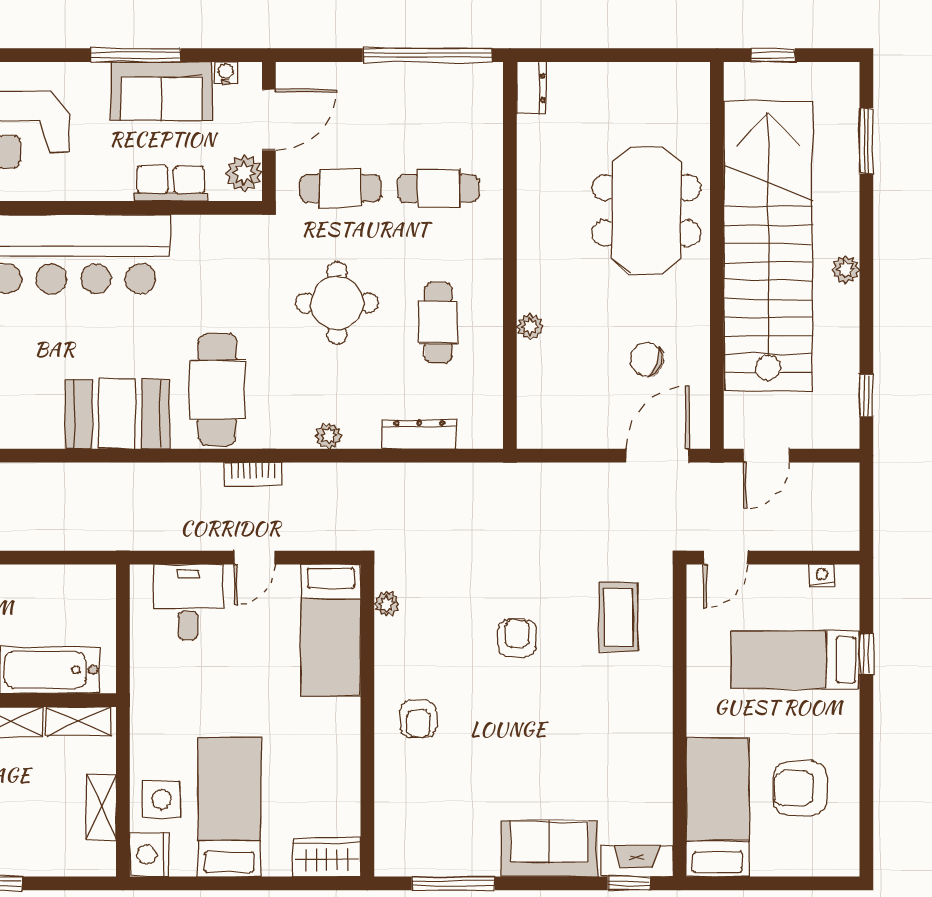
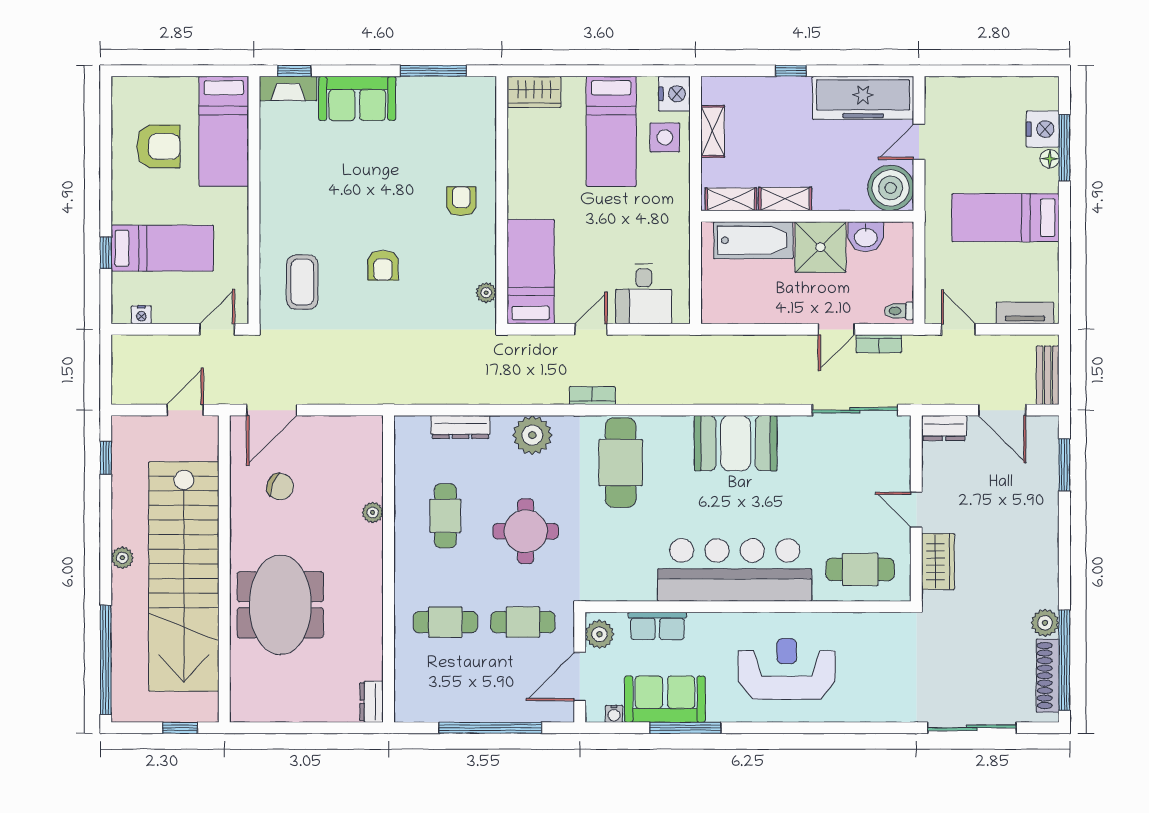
window: (427, 55) -> (490, 728), moved
window: (866, 141) -> (106, 660), width x2.11
booth: (117, 414) -> (736, 443), moved
plant: (329, 436) -> (532, 435), width x1.87, depth x1.87

